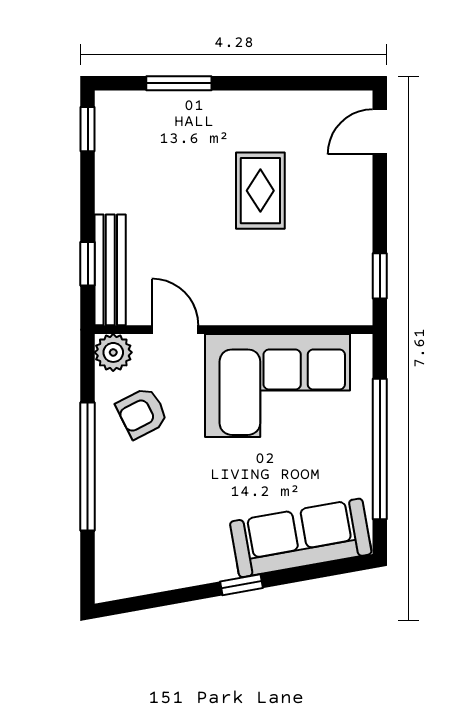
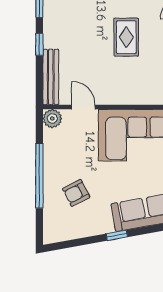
window: (88, 264) -> (39, 45), moved
armchair: (142, 413) -> (76, 193), moved

